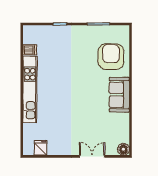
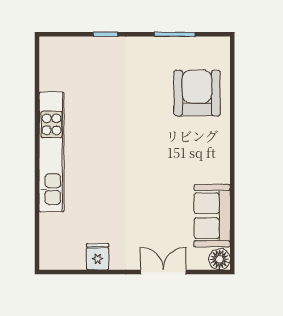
dishwasher: (30, 50) -> (51, 81), removed
sofa: (119, 95) -> (212, 216), moved
fridge: (41, 148) -> (98, 257), moved

